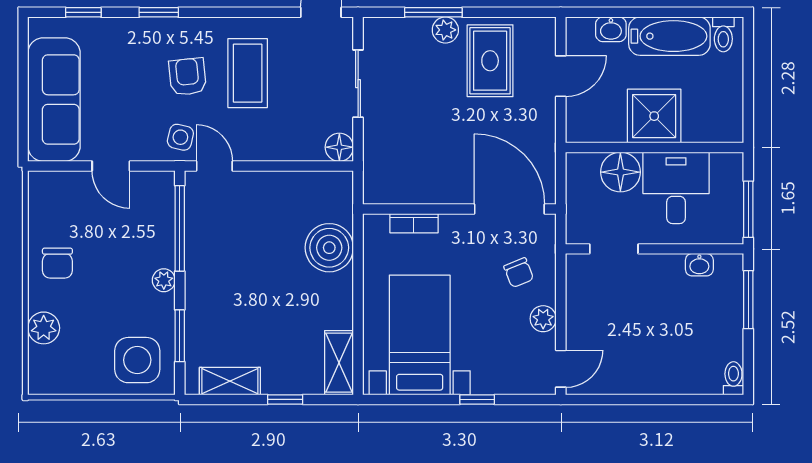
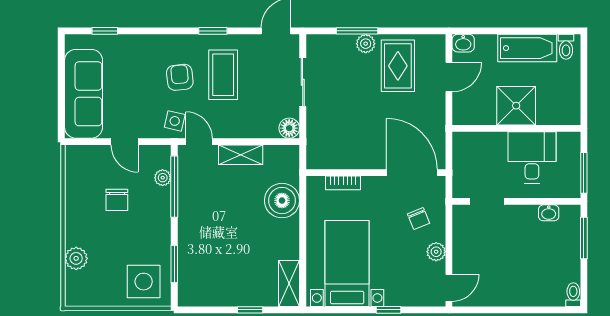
window: (159, 12) -> (213, 31), moved
washbasin: (611, 29) -> (463, 43), moved
floor lamp: (620, 172) -> (492, 146), removed
chair: (57, 263) -> (117, 200), moved
plant: (164, 280) -> (163, 178), moved
shelving: (230, 381) -> (241, 155), moved

